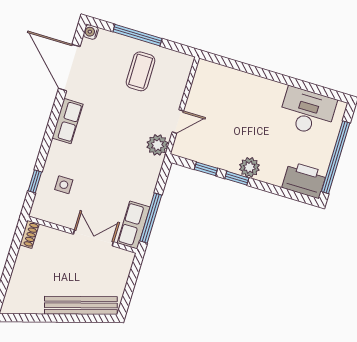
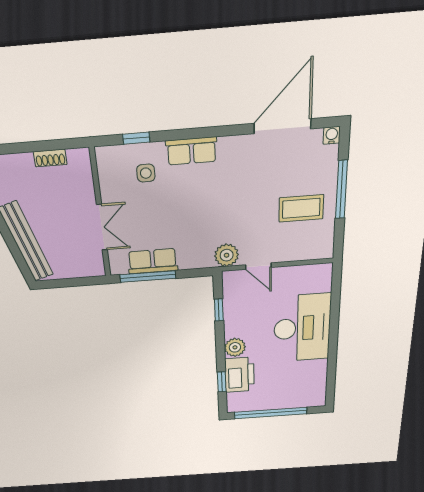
desk: (307, 112) -> (302, 328), moved, width x1.36, depth x1.30
row of seats: (67, 121) -> (192, 151), moved
window: (237, 178) -> (222, 382), moved
printer: (304, 180) -> (240, 375), moved
row of seats: (134, 225) -> (153, 261), moved
shoe rack: (29, 234) -> (50, 158), moved

